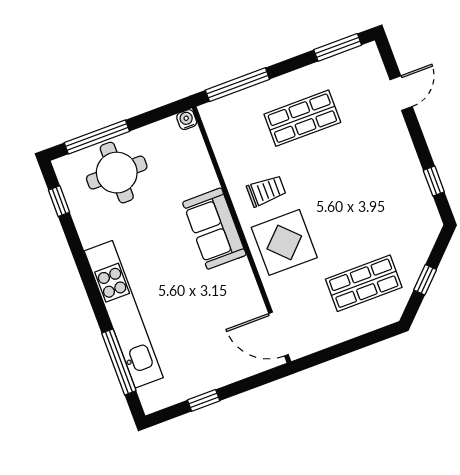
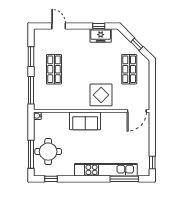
window: (338, 47) -> (31, 57), moved
trolley: (266, 191) -> (78, 94), removed
freezer: (415, 193) -> (101, 36), added
window: (204, 400) -> (152, 162), moved

